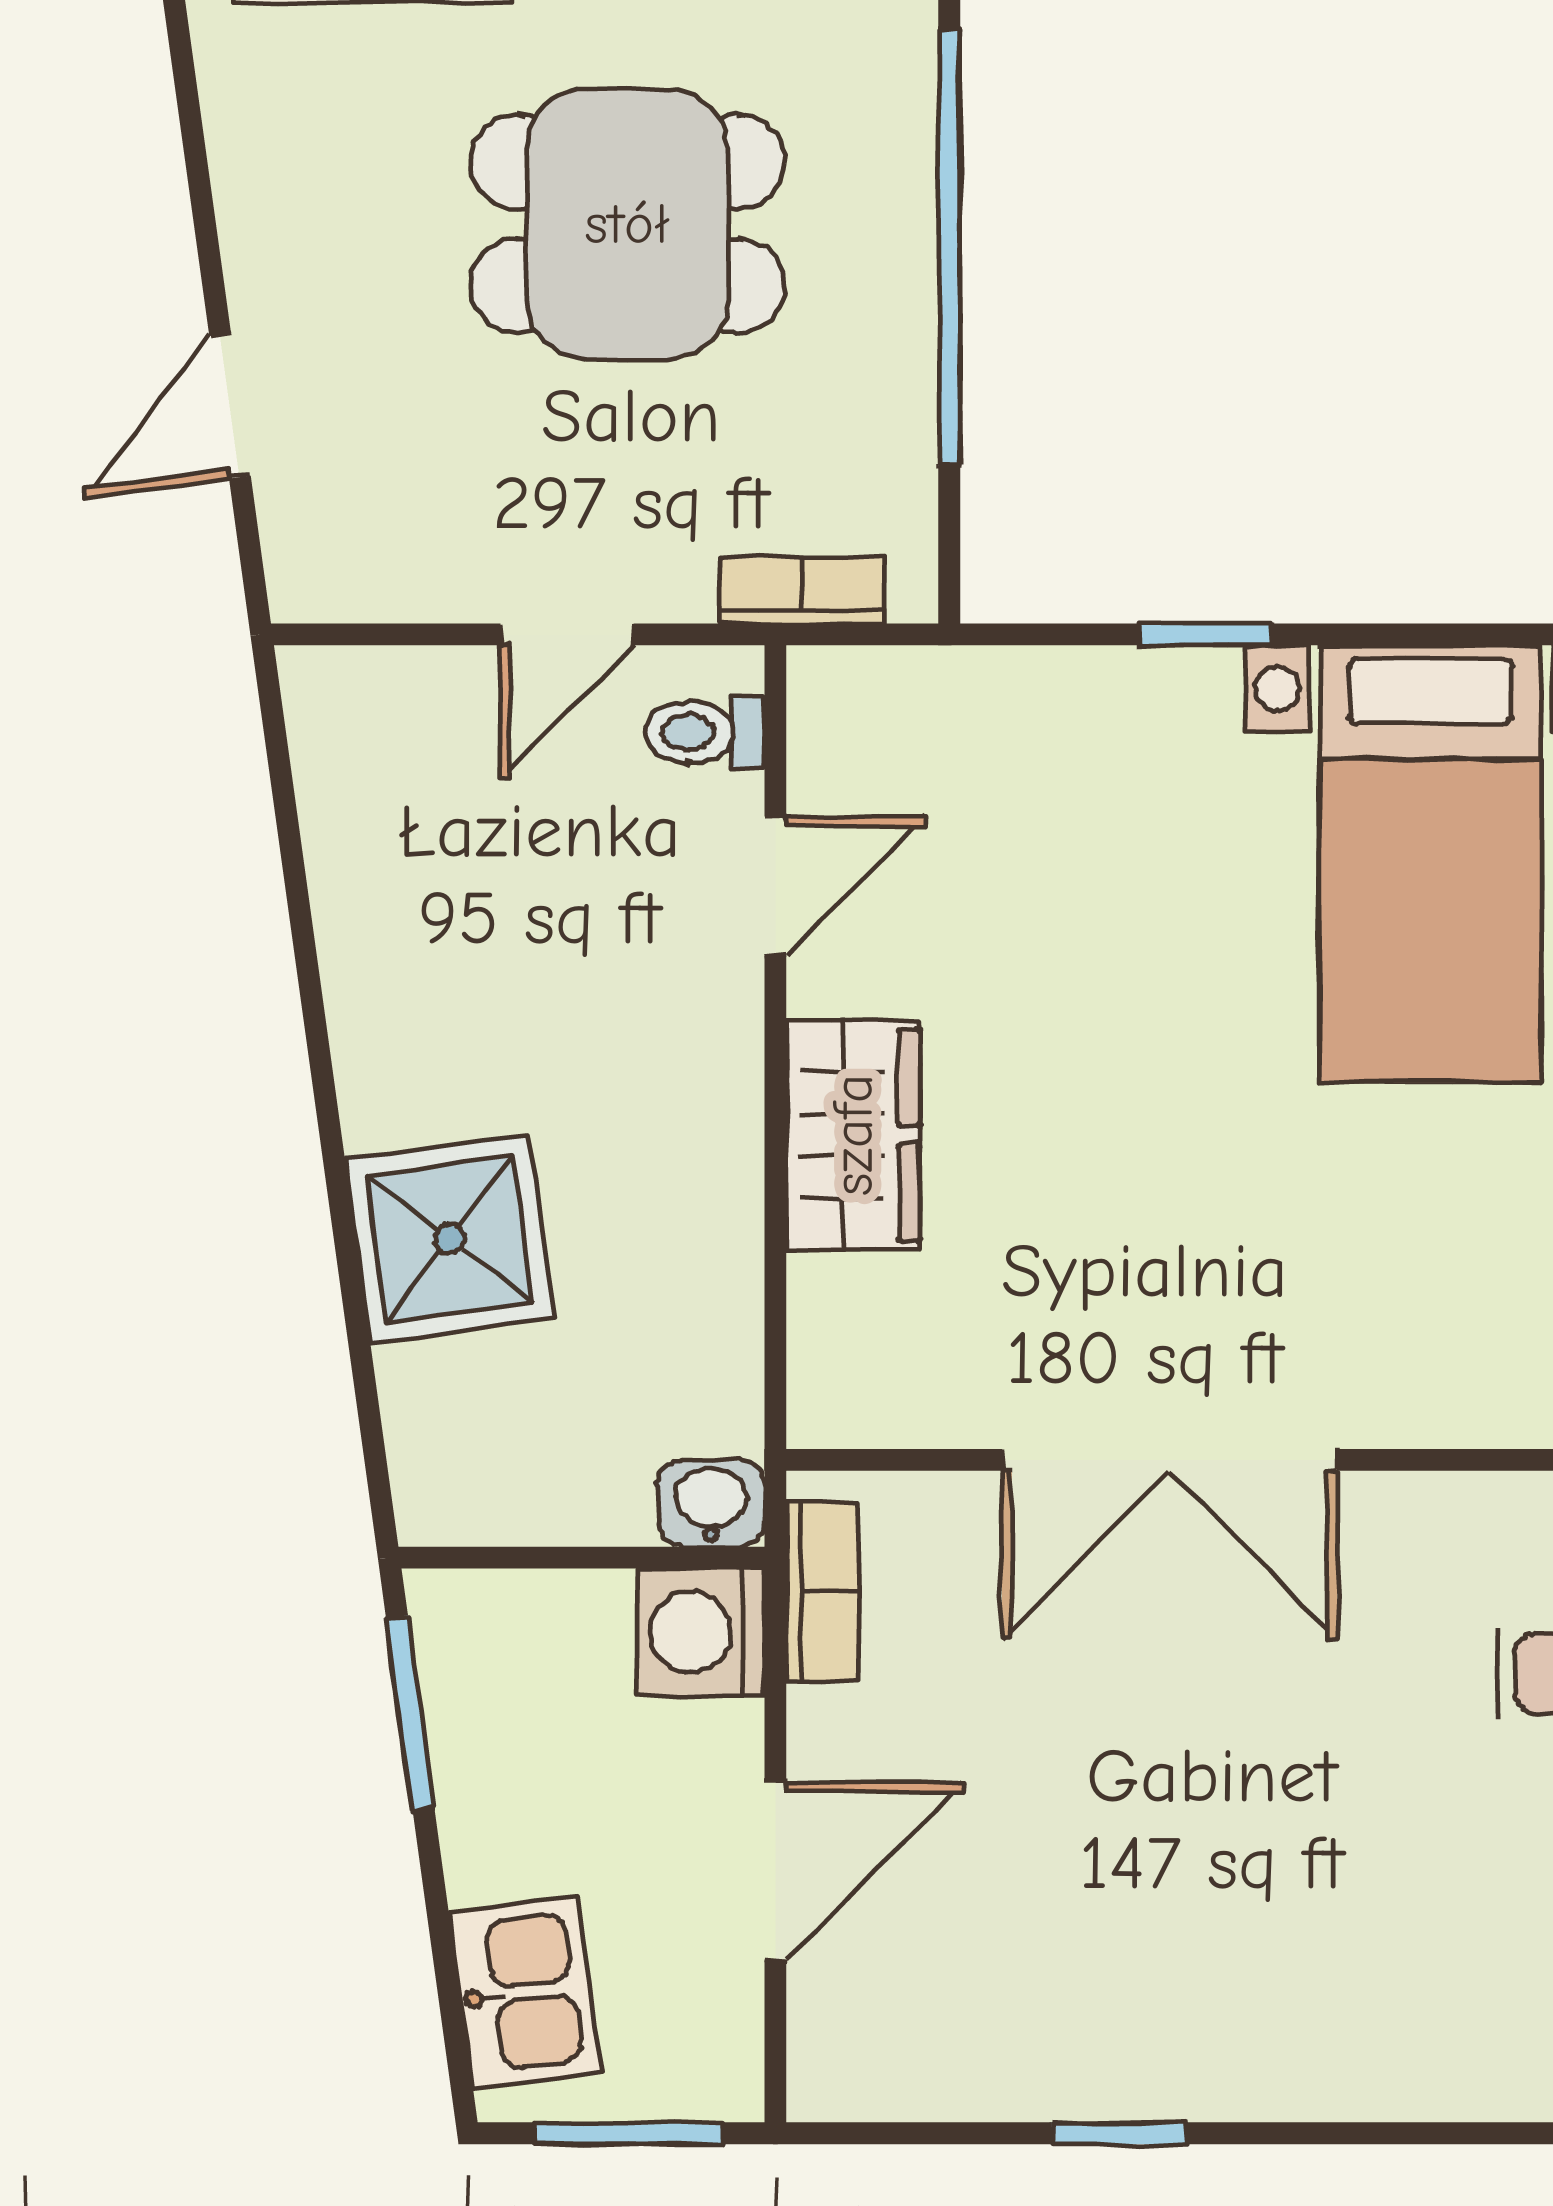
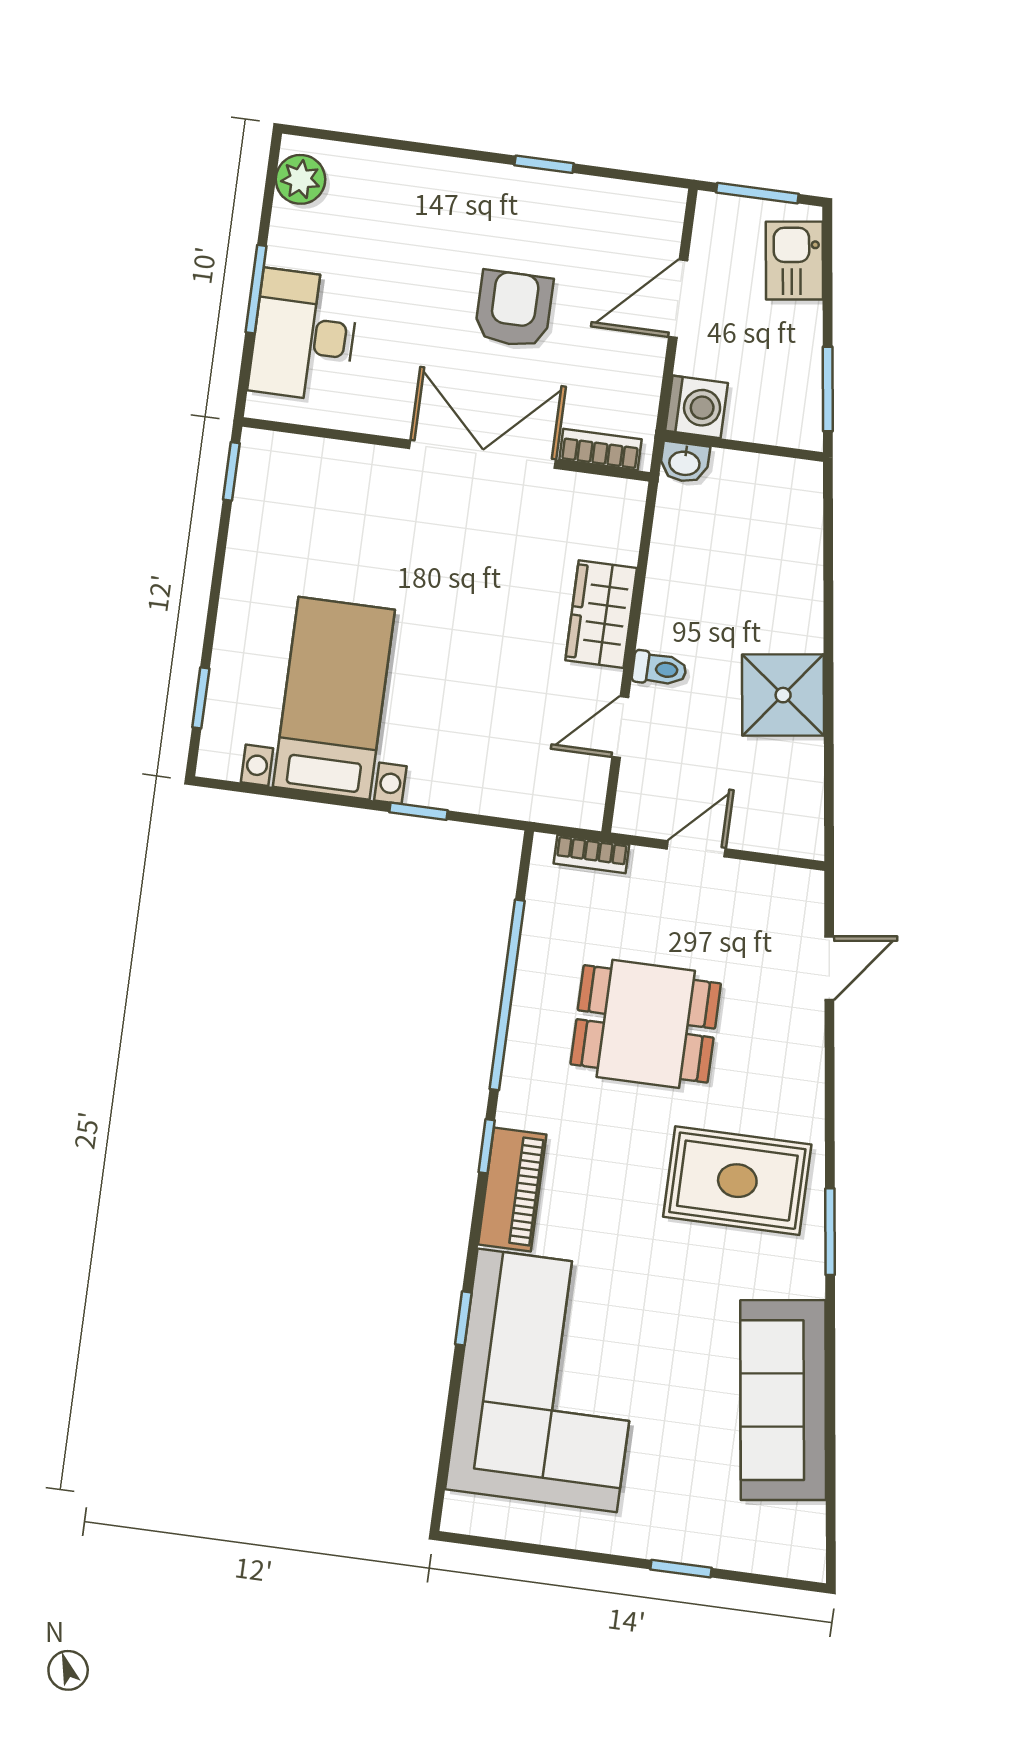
toilet: (705, 732) -> (659, 669), moved
shower: (450, 1239) -> (783, 695), moved
bookcase: (822, 1591) -> (600, 449), moved, turned 90
armchair: (1143, 1797) -> (514, 309), added

